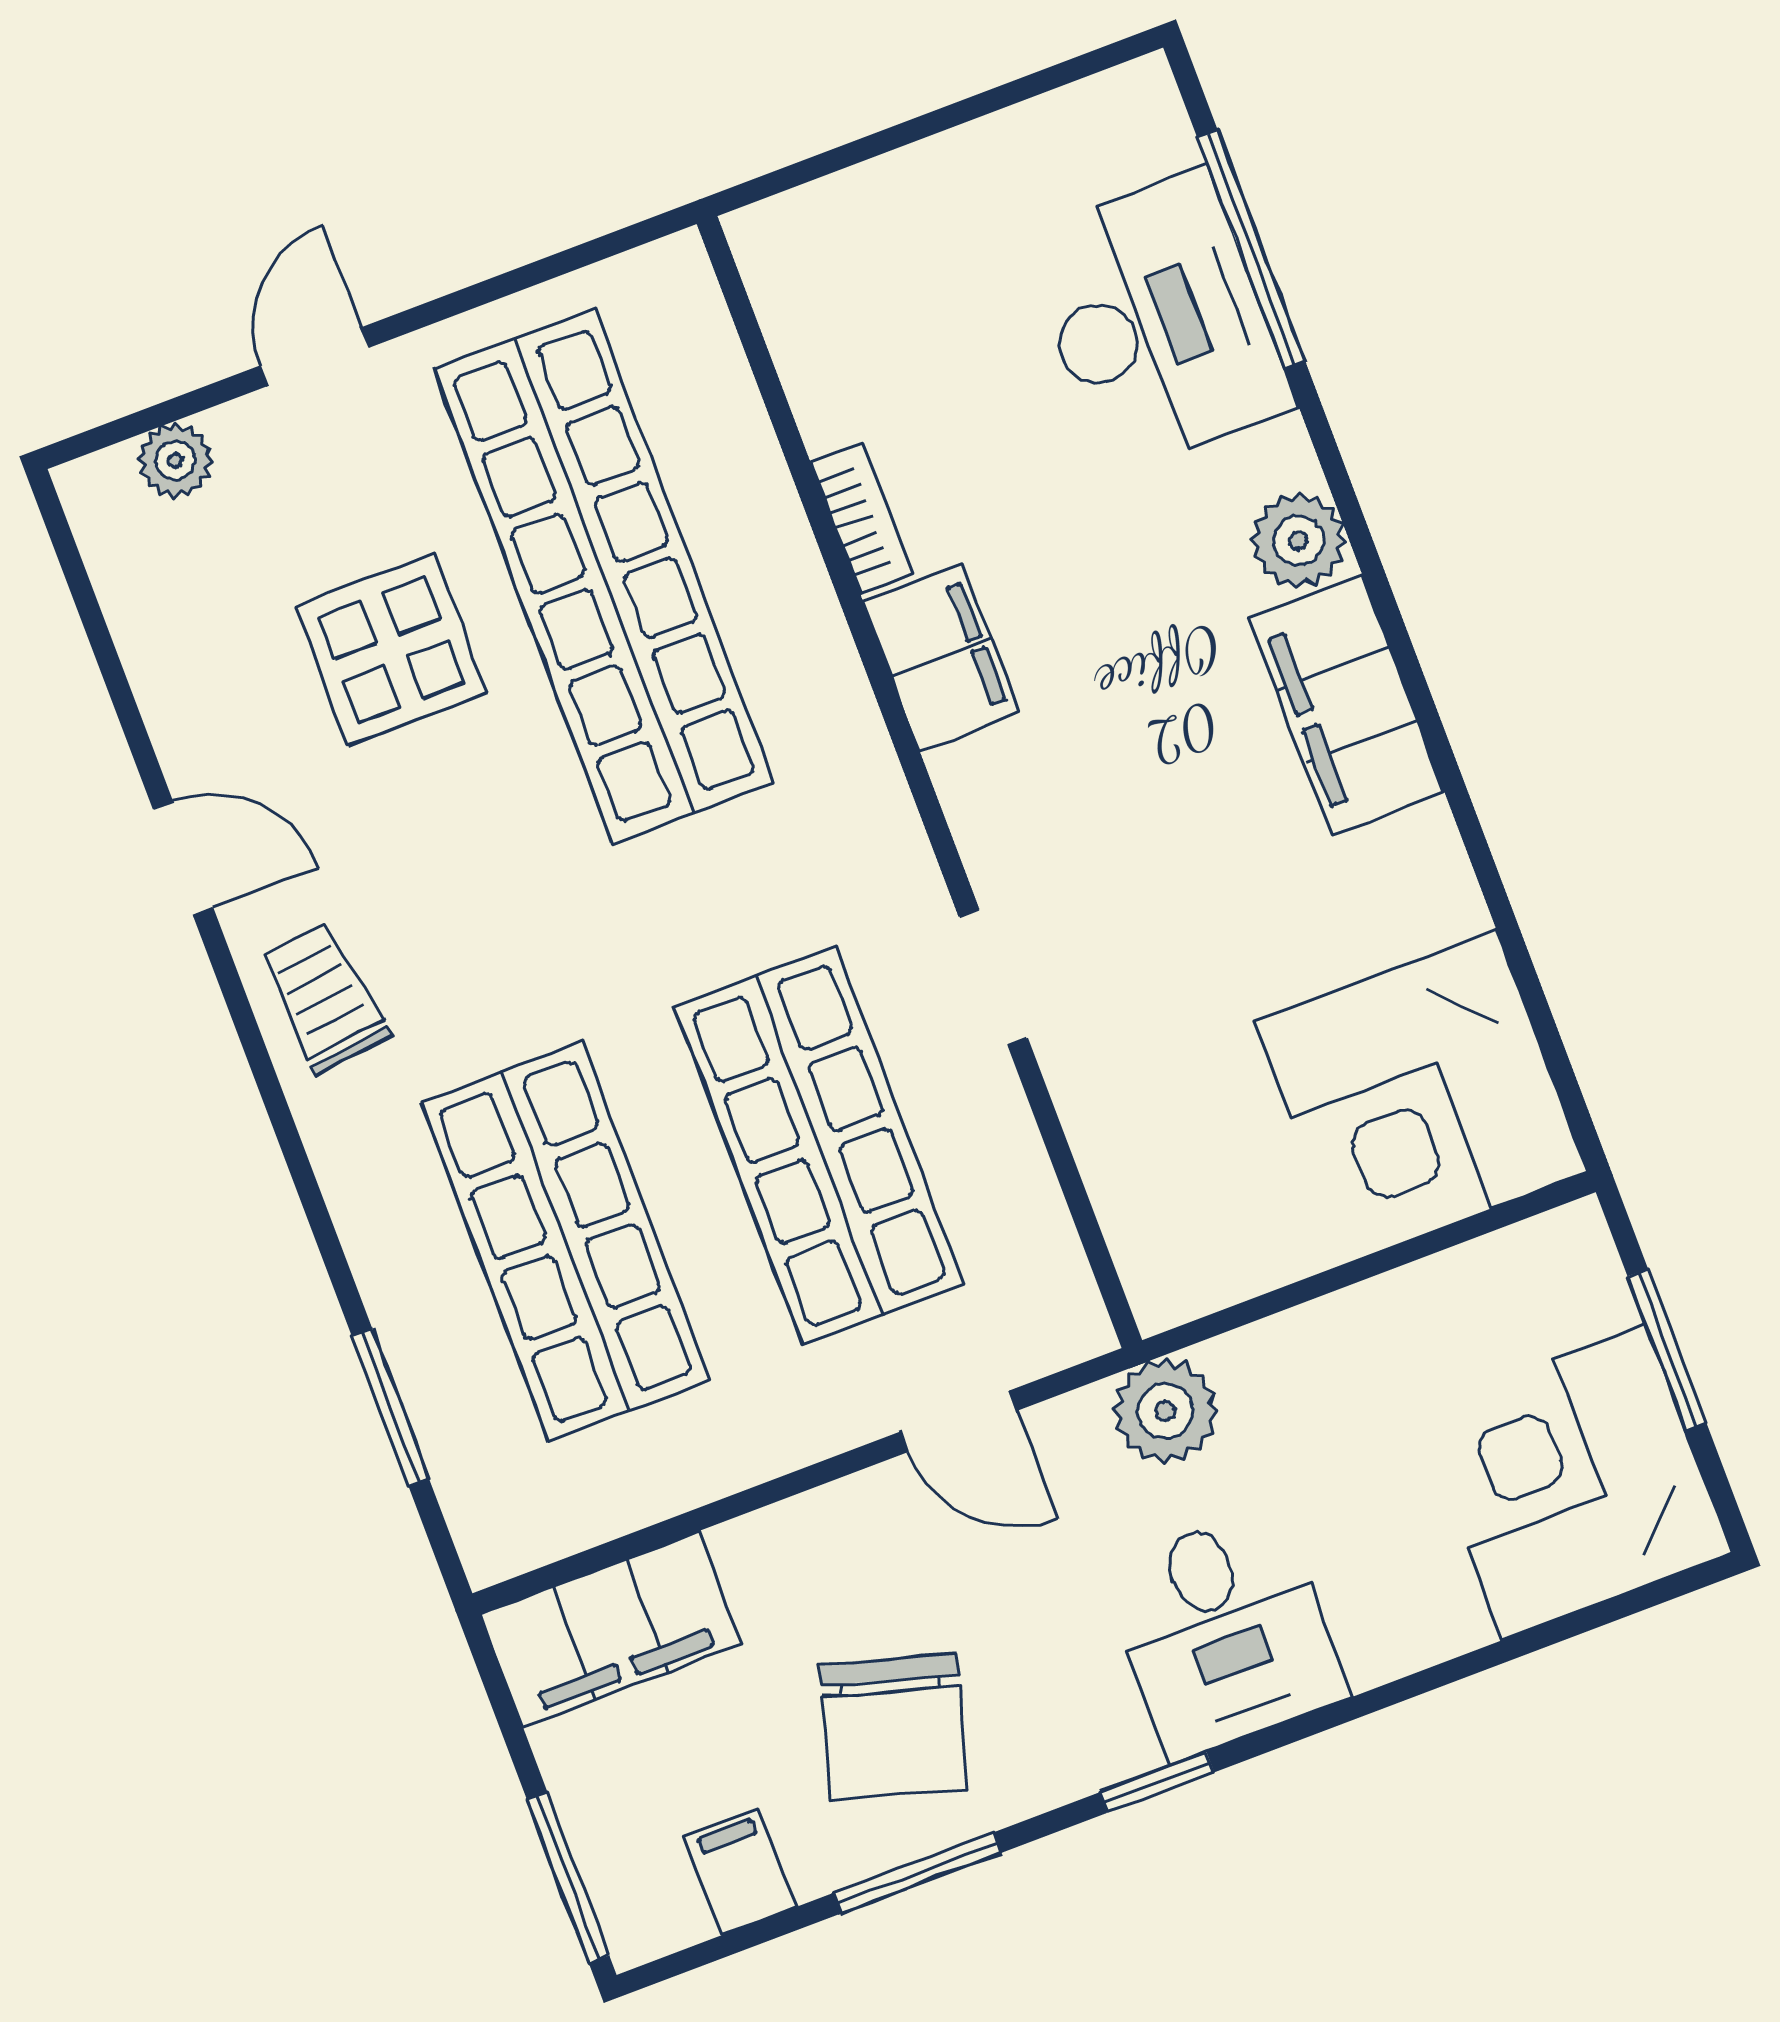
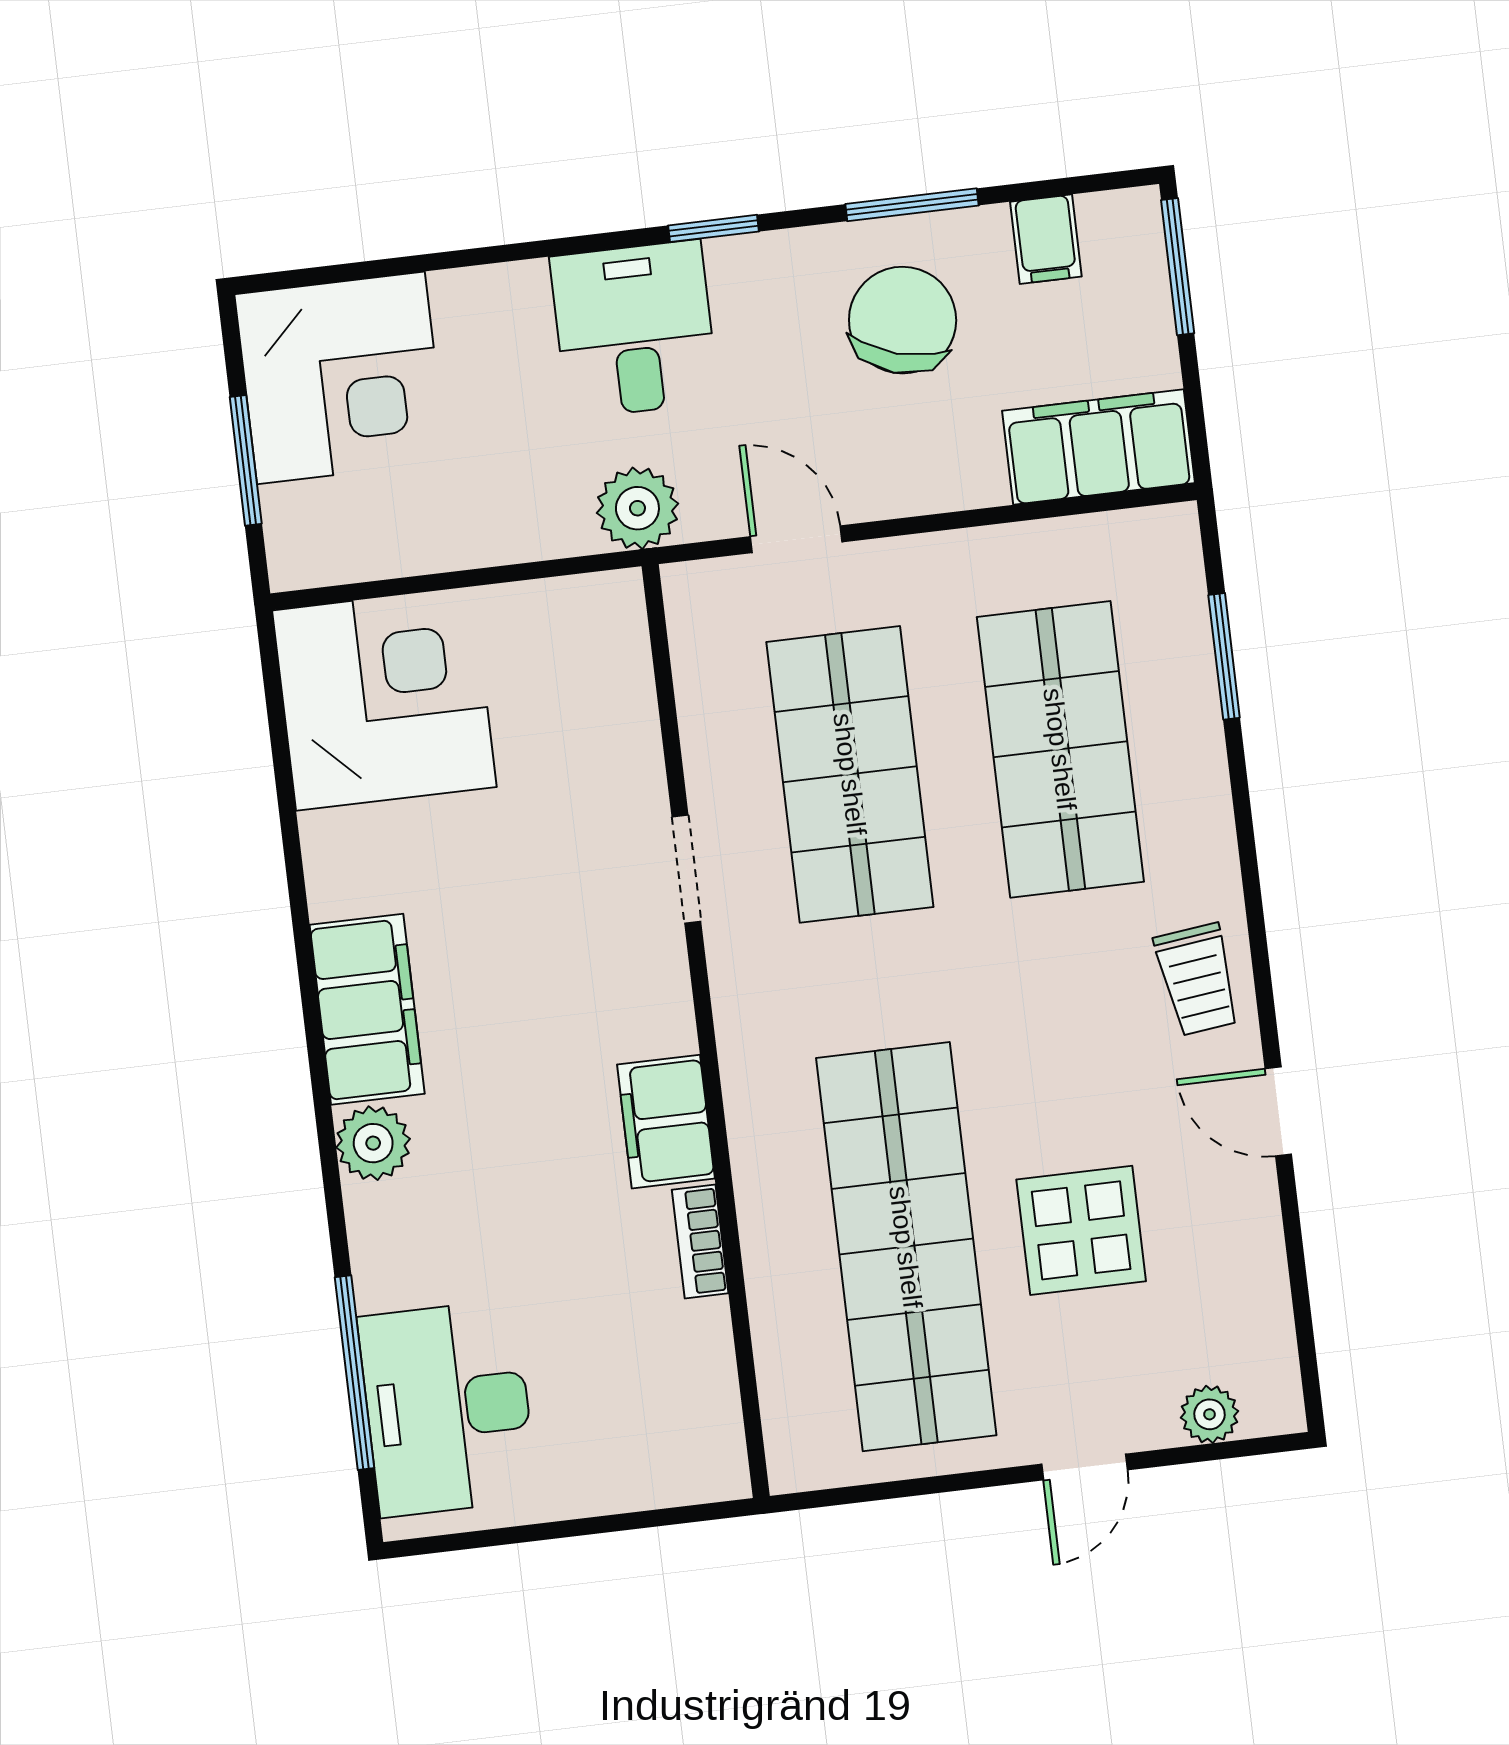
desk: (1157, 321) -> (448, 1408), moved

